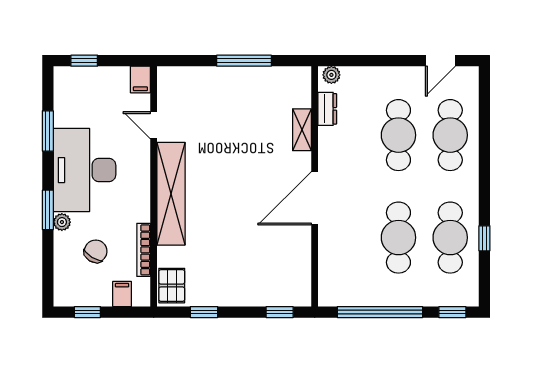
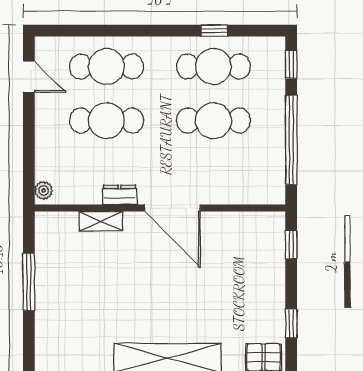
dresser: (327, 109) -> (120, 195), moved

